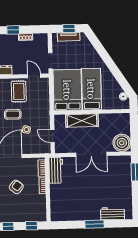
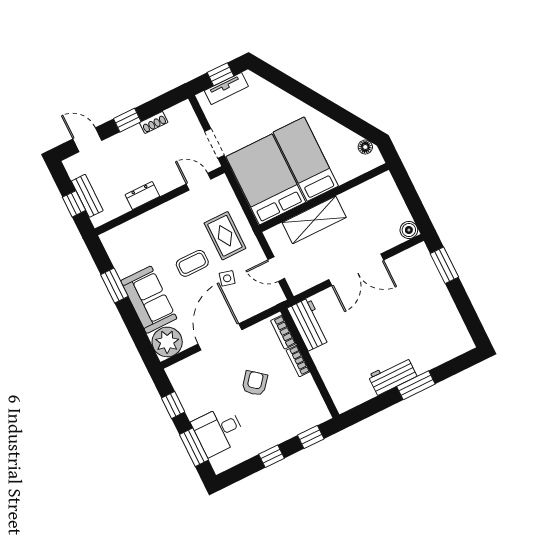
rug: (19, 91) -> (225, 236), moved
boiler: (122, 143) -> (409, 230), width x0.54, depth x0.54
workbench: (113, 213) -> (392, 376), moved

